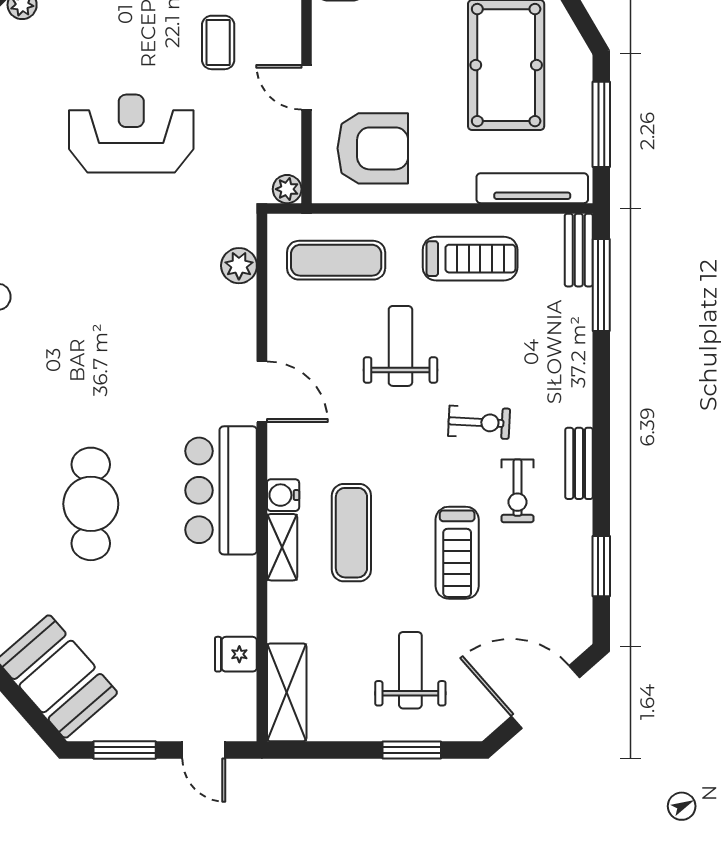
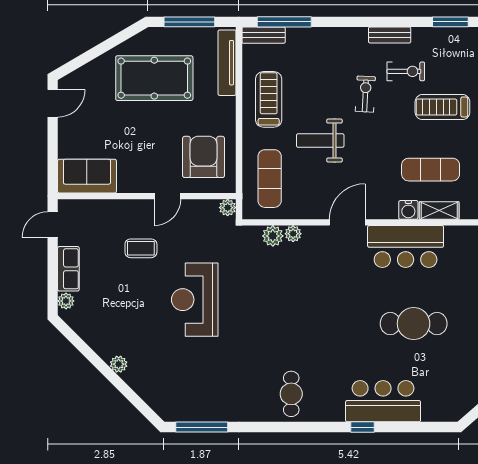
plant: (243, 300) -> (293, 234), added
treadmill: (457, 553) -> (442, 107), turned 180

